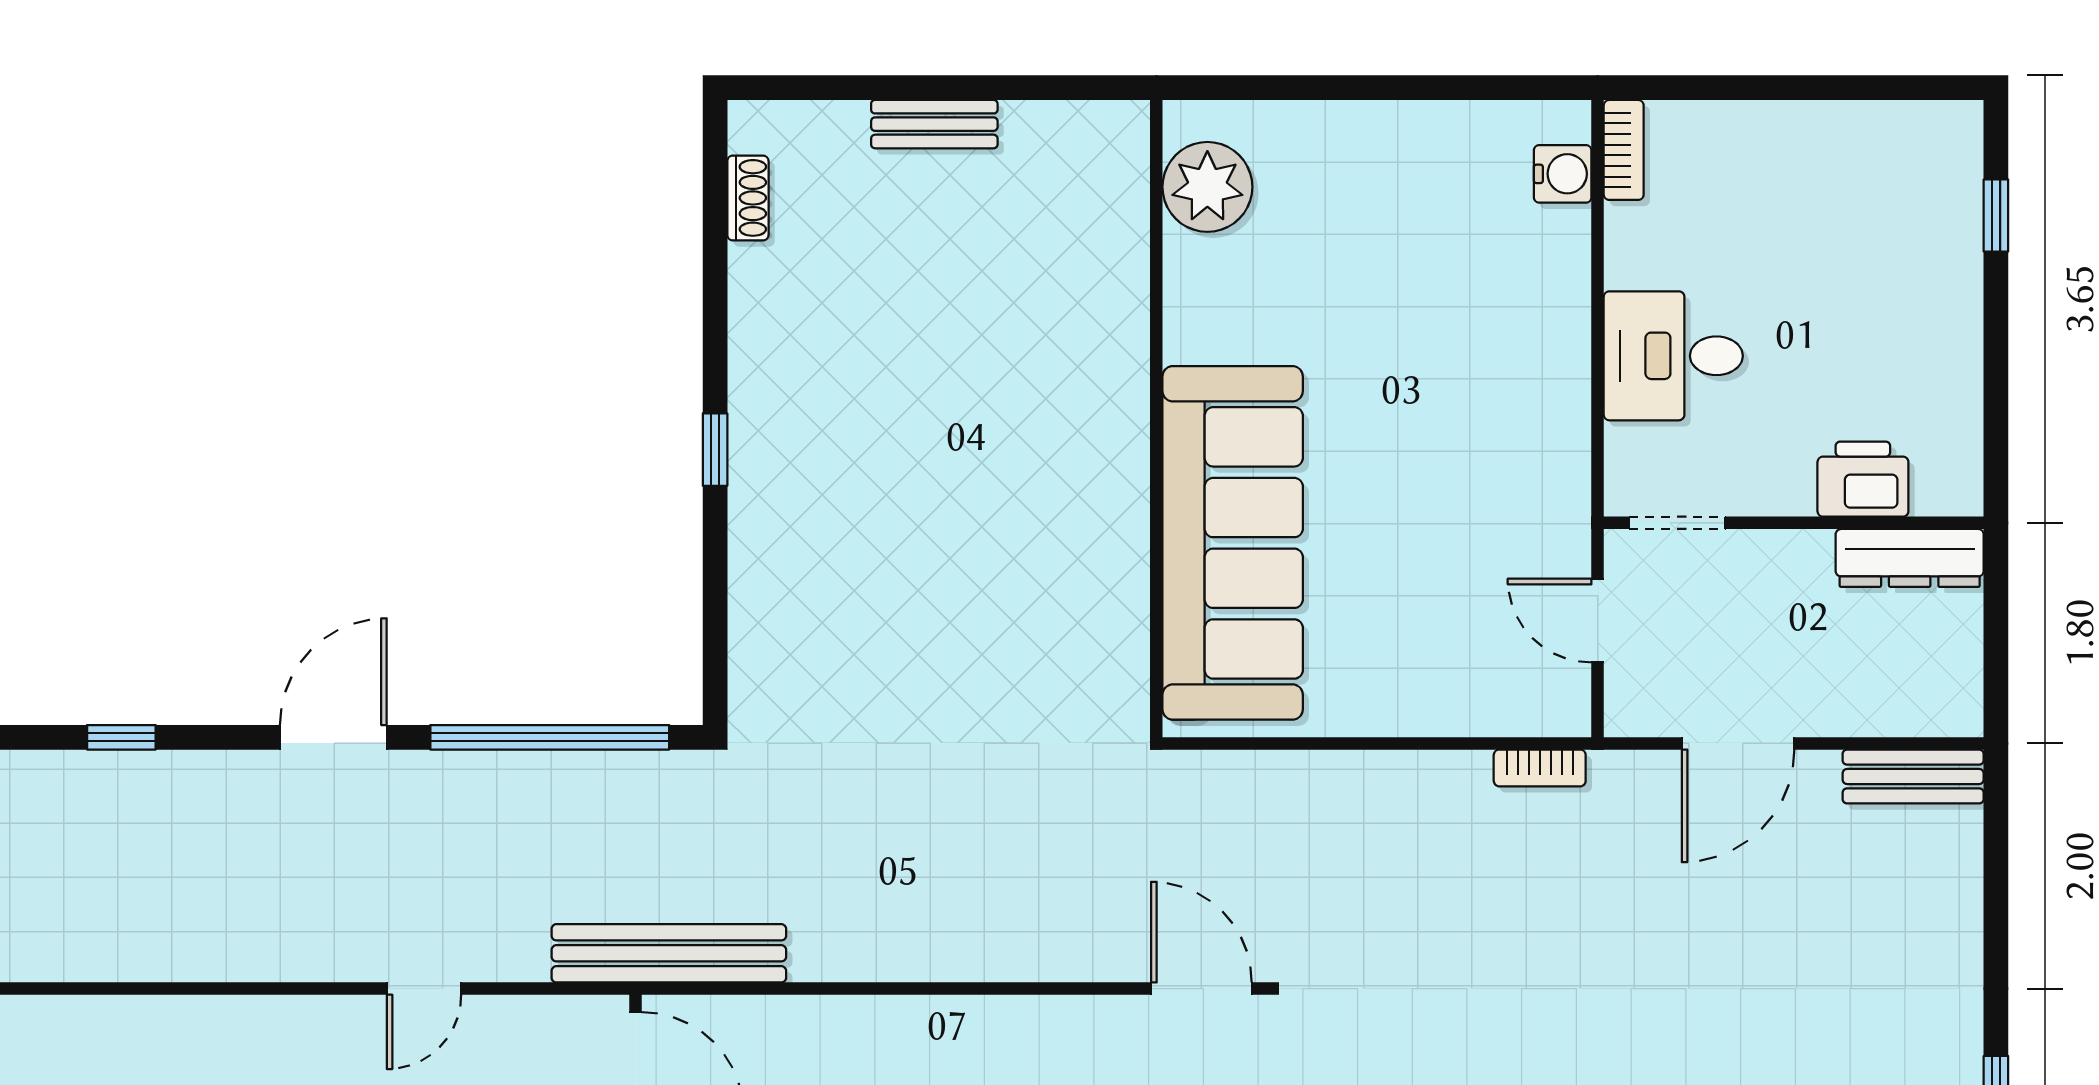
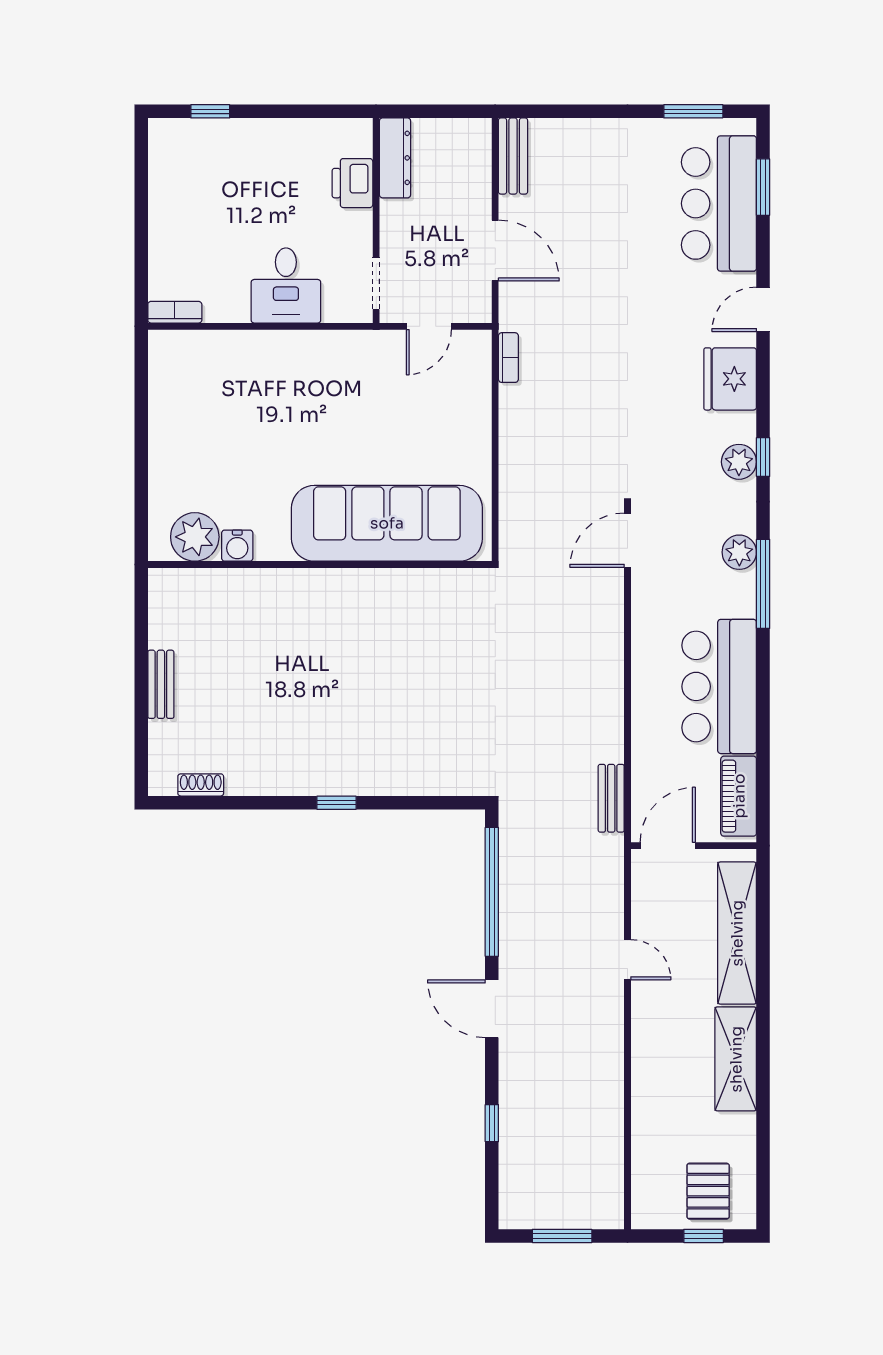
water cooler: (1563, 174) -> (237, 546), moved, turned 180
bench: (669, 953) -> (611, 798), width x0.54, depth x0.82

